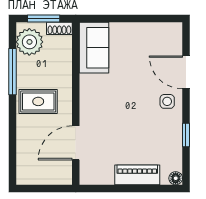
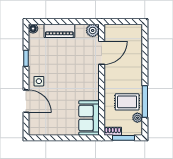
plant: (29, 42) -> (137, 118), width x0.53, depth x0.53
rug: (38, 101) -> (127, 102), moved
plant: (89, 175) -> (93, 30), added

